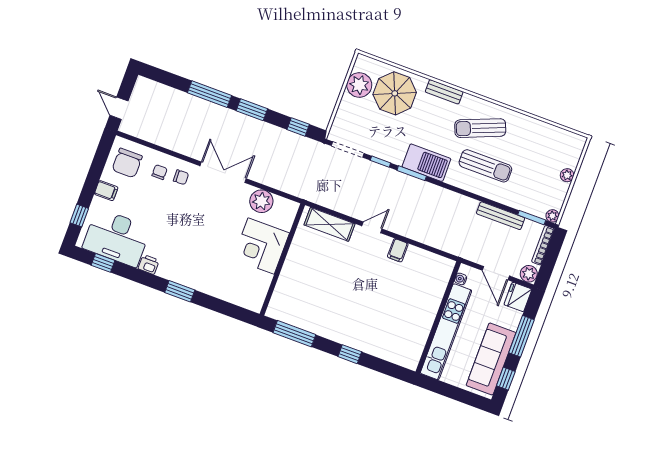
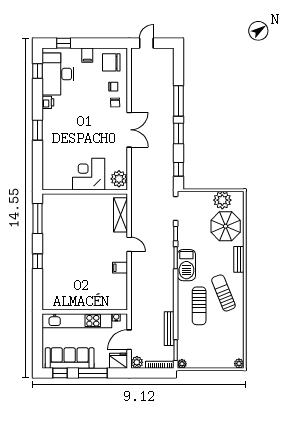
plant: (567, 175) -> (239, 364), moved
plant: (261, 201) -> (119, 179), moved

